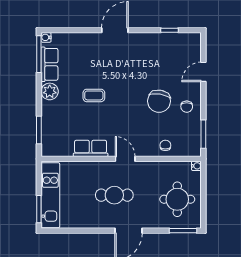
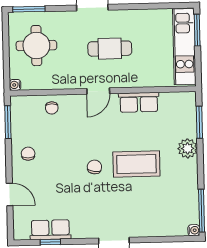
row of seats: (49, 64) -> (50, 230), moved, turned 90
door: (203, 72) -> (10, 194), hinge flipped
plant: (50, 91) -> (188, 148), moved
coffee table: (94, 95) -> (136, 164), width x1.86, depth x1.72
chair: (159, 101) -> (94, 167), moved, width x0.54, depth x0.54
door: (125, 159) -> (98, 91), hinge flipped

